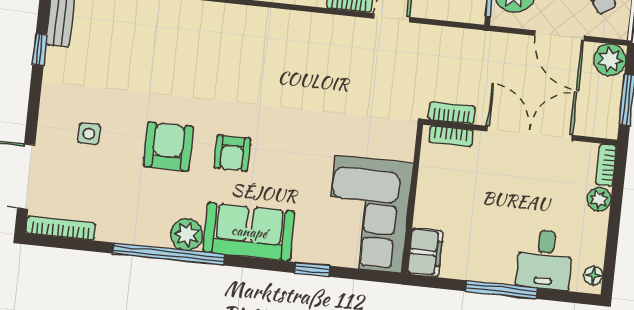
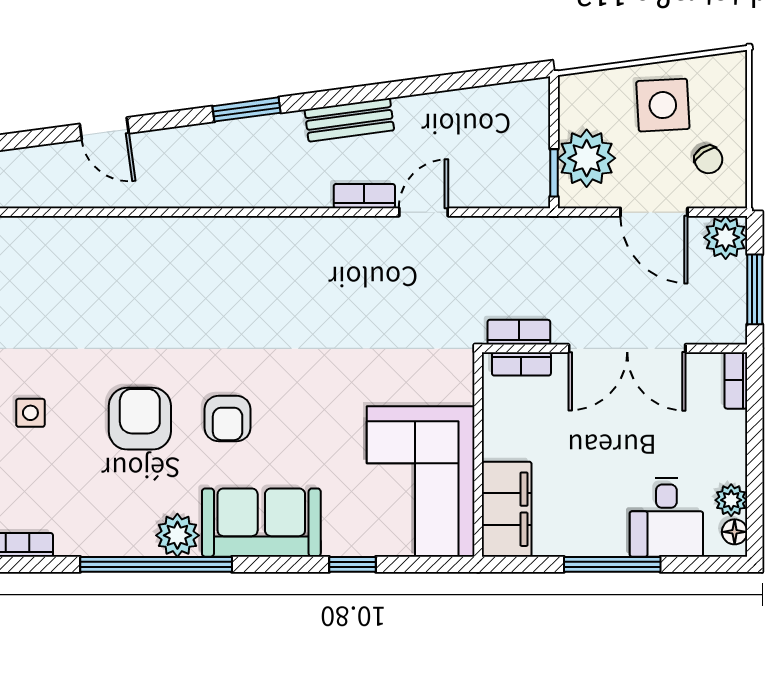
double door: (529, 133) -> (627, 348), swing flipped
plant: (599, 199) -> (731, 500), moved
filing cabinet: (425, 252) -> (507, 509), width x1.50, depth x1.17

